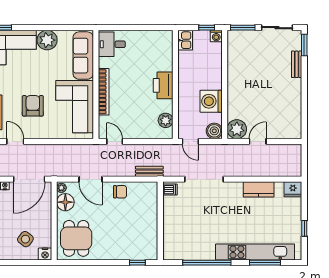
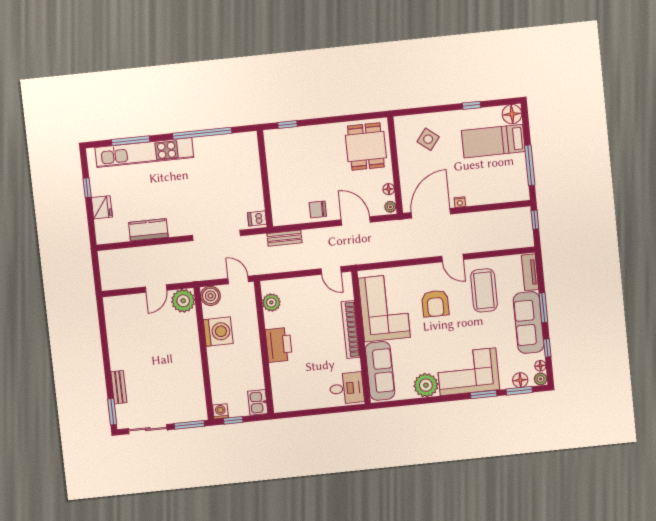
fridge: (293, 189) -> (102, 207), moved, turned 90
floor lamp: (65, 202) -> (389, 189), width x0.53, depth x0.53
nightstand: (45, 254) -> (402, 123), removed

